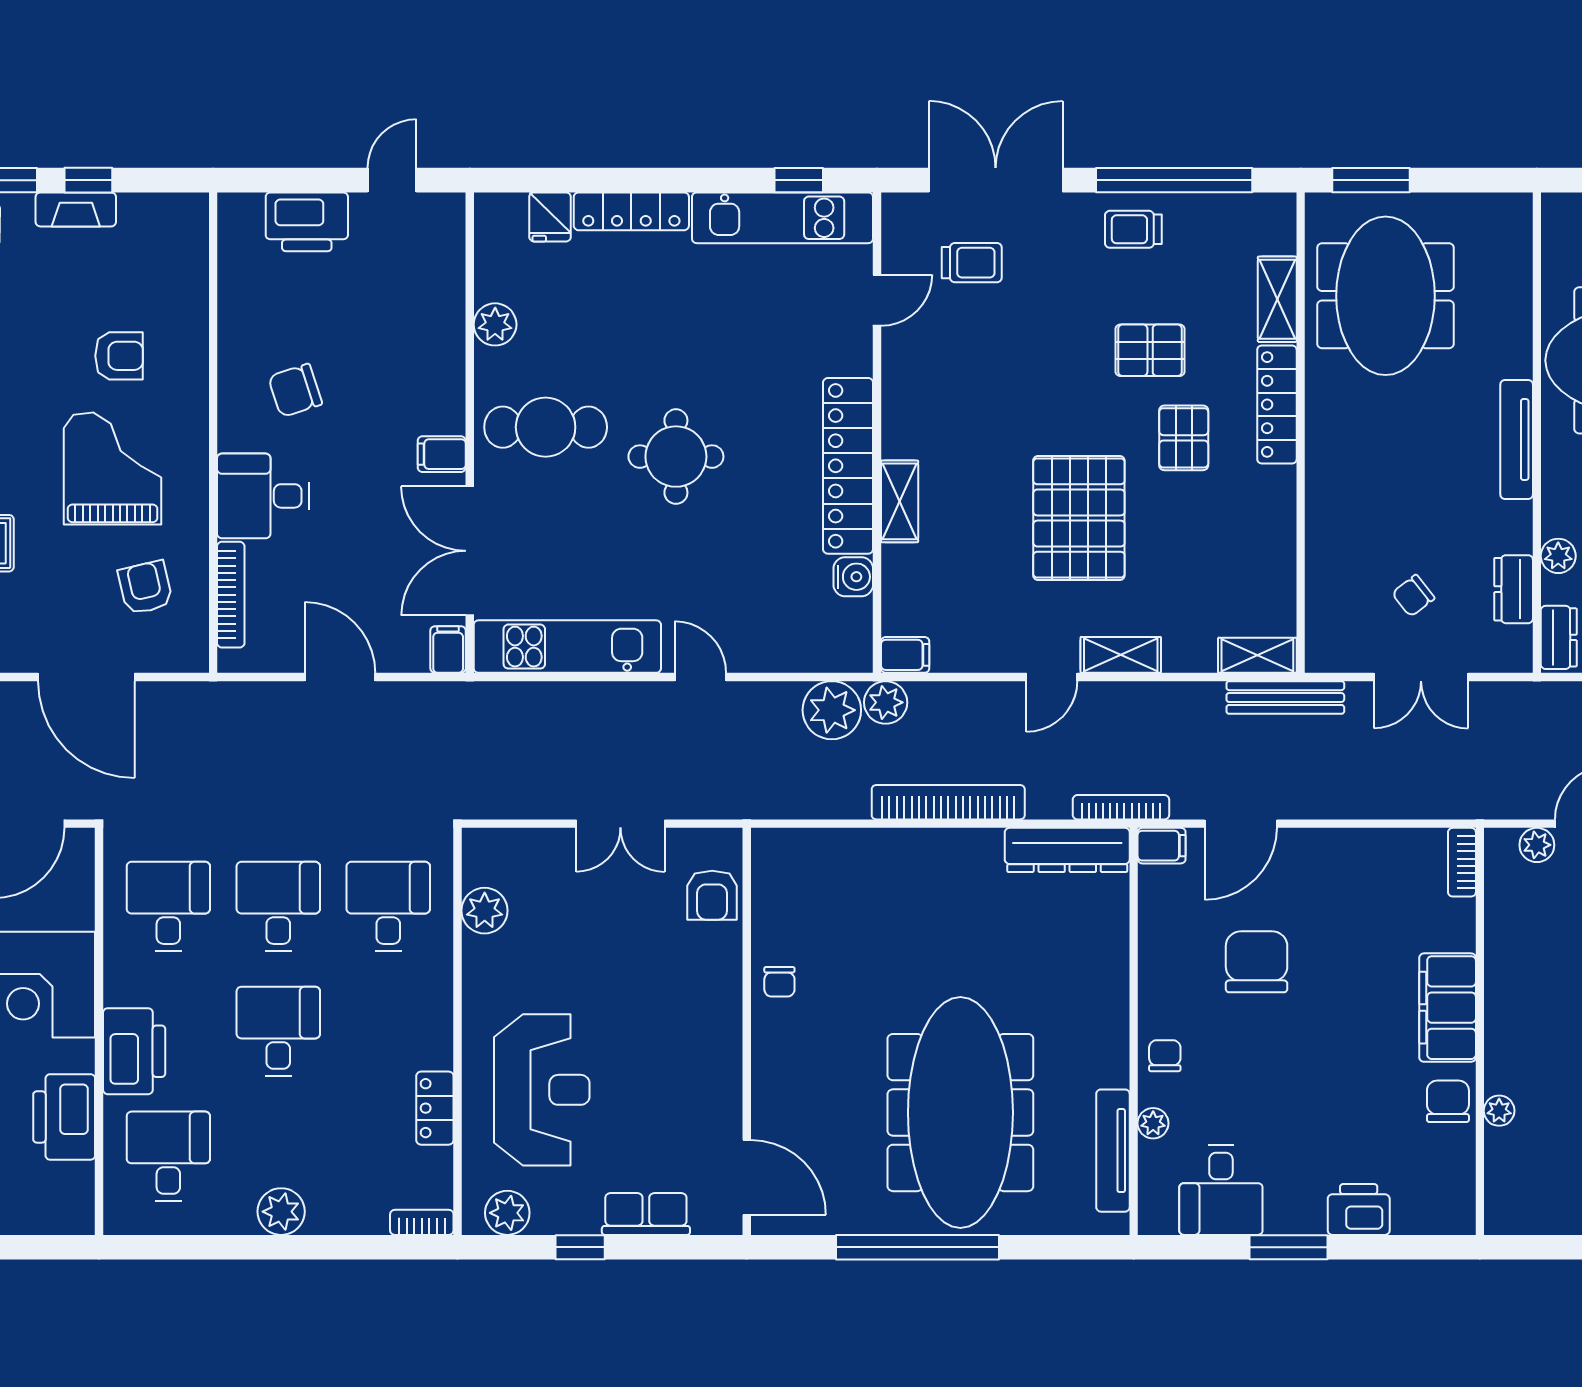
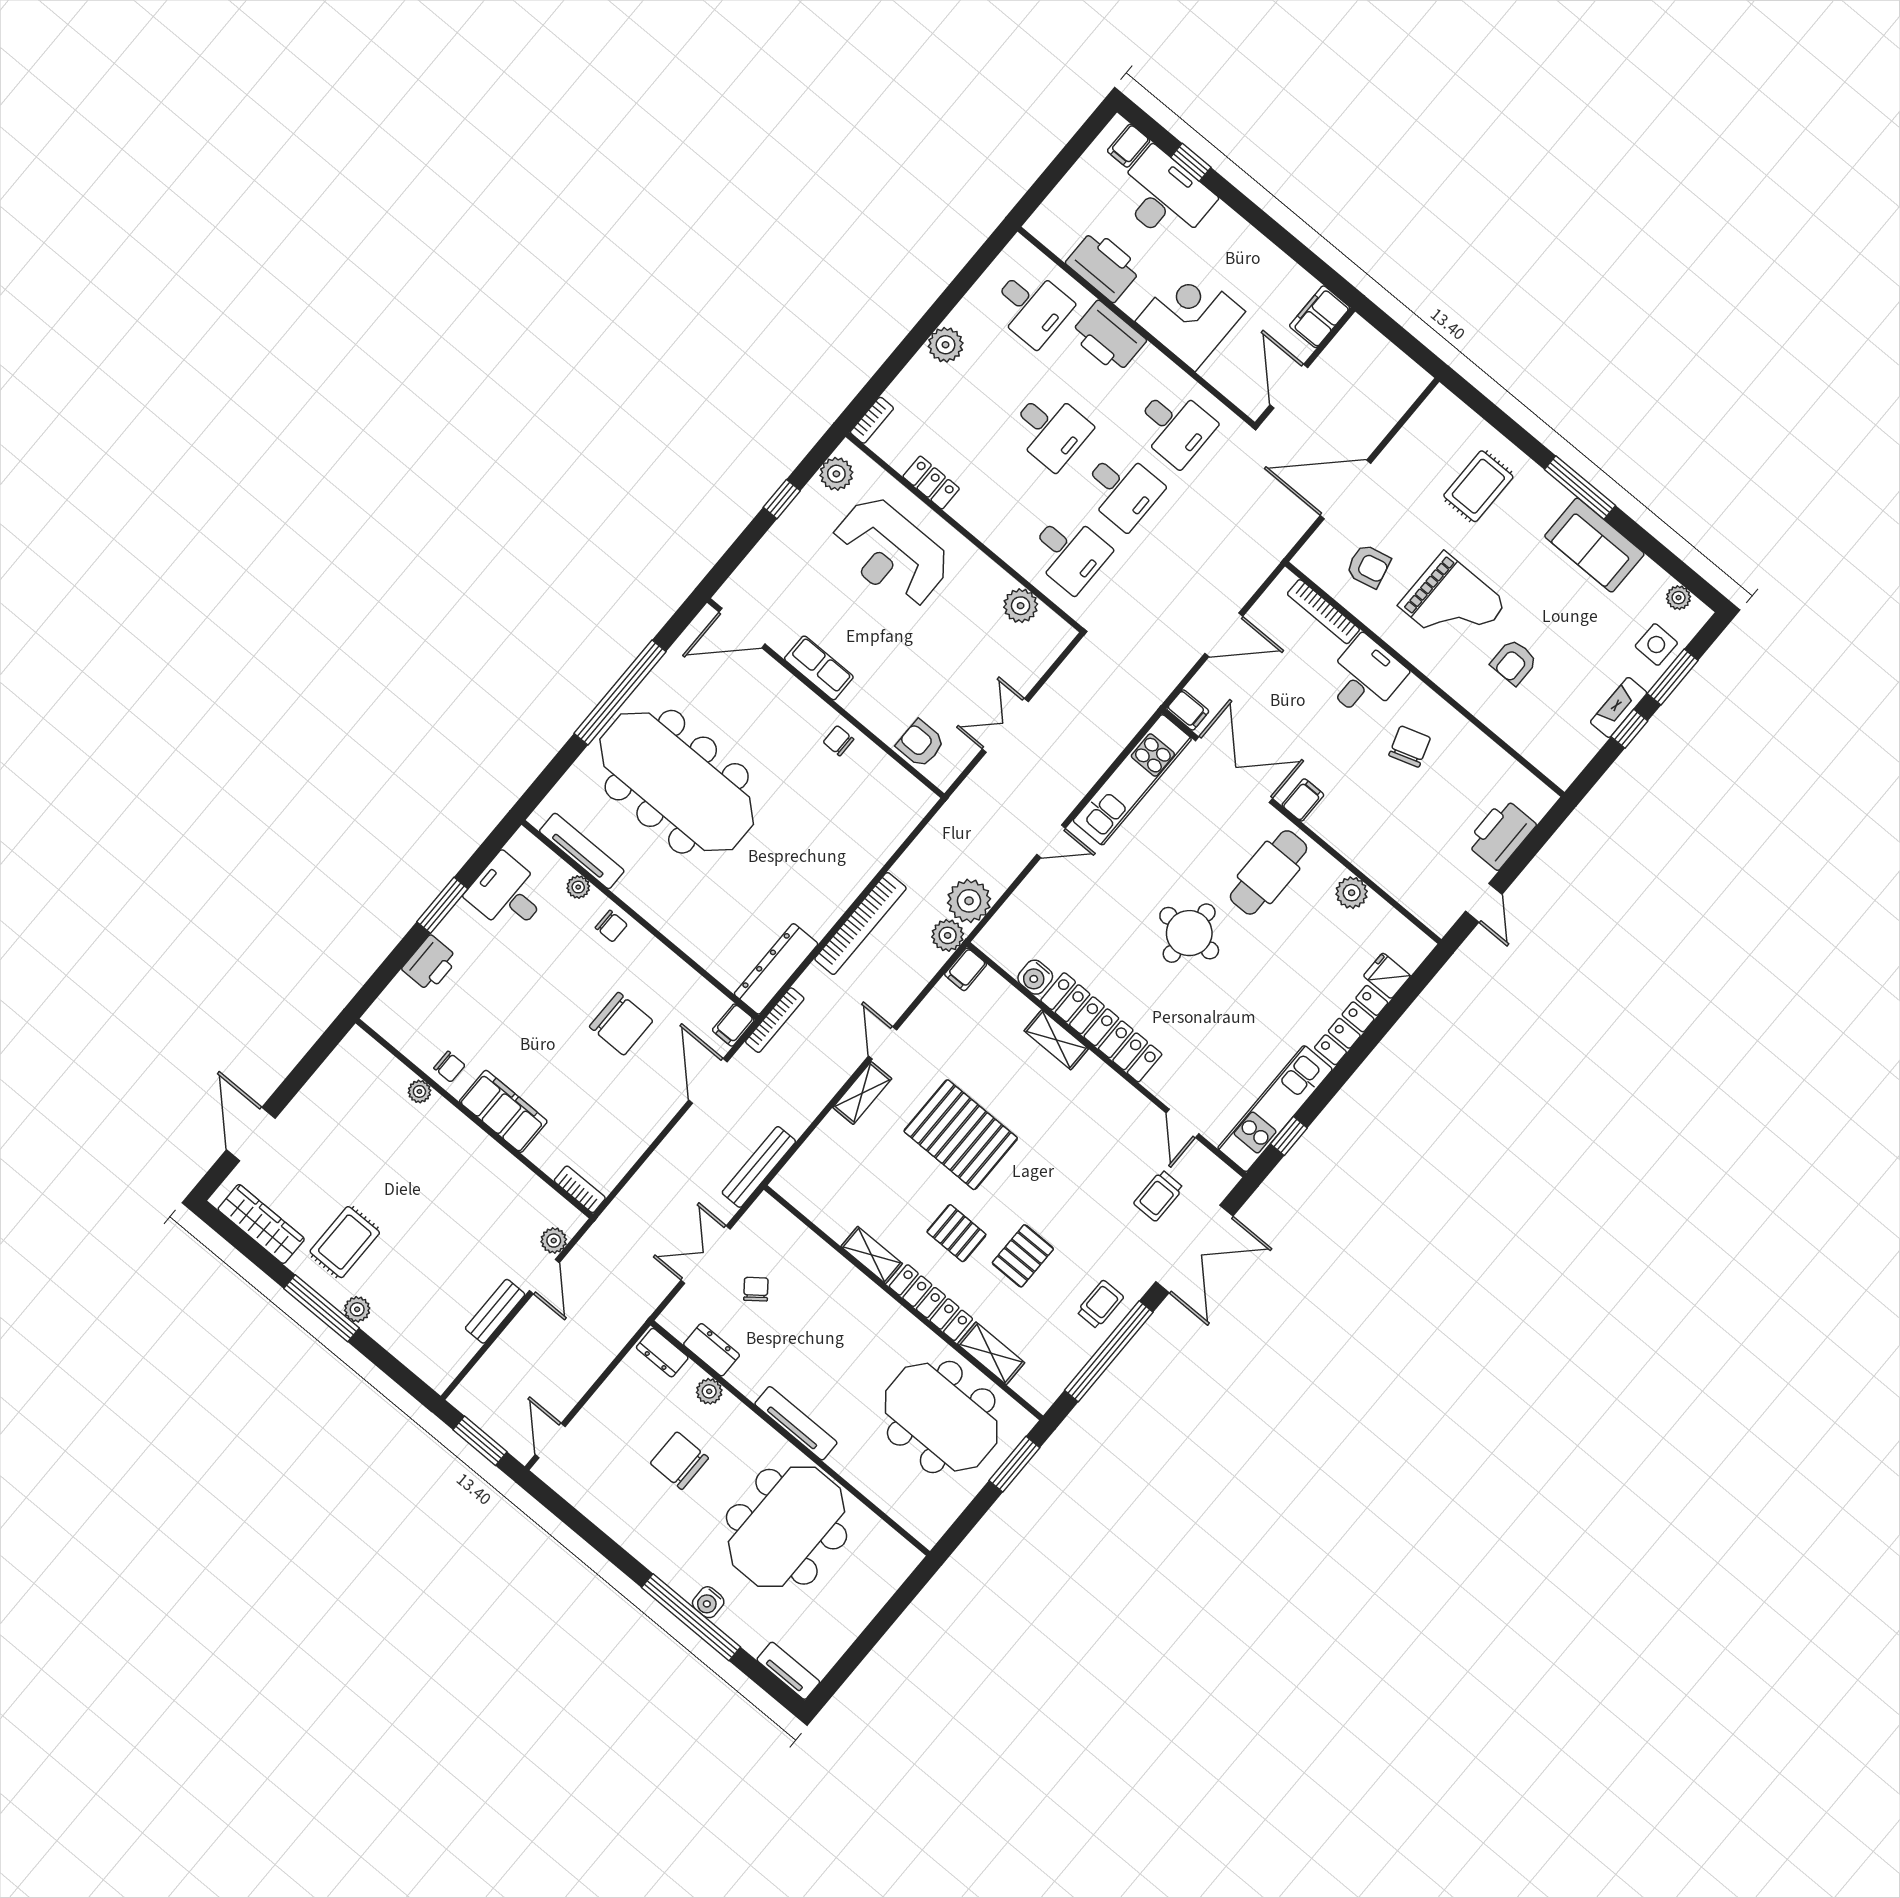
shelving: (1257, 655) -> (872, 1255), moved, turned 90
chair: (1448, 1101) -> (449, 1067), width x0.73, depth x0.73
row of seats: (646, 1214) -> (819, 668), moved, turned -90

